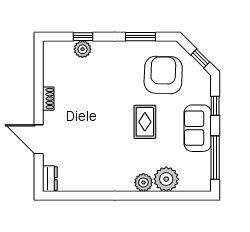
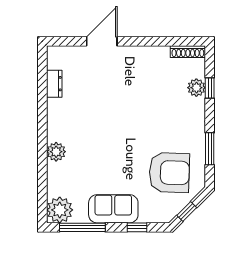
shoe rack: (48, 99) -> (188, 52), moved, width x1.43
rug: (145, 122) -> (120, 153), removed
dresser: (50, 179) -> (54, 84), moved, turned -90
plant: (166, 179) -> (60, 210), moved

